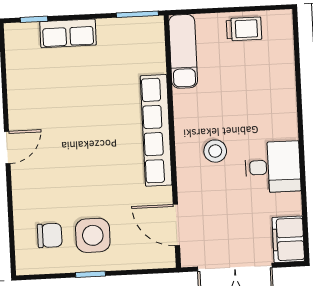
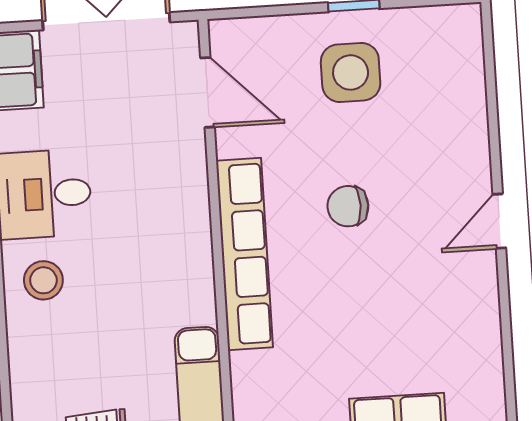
stool: (215, 151) -> (43, 280), moved
chair: (50, 235) -> (348, 206), moved

